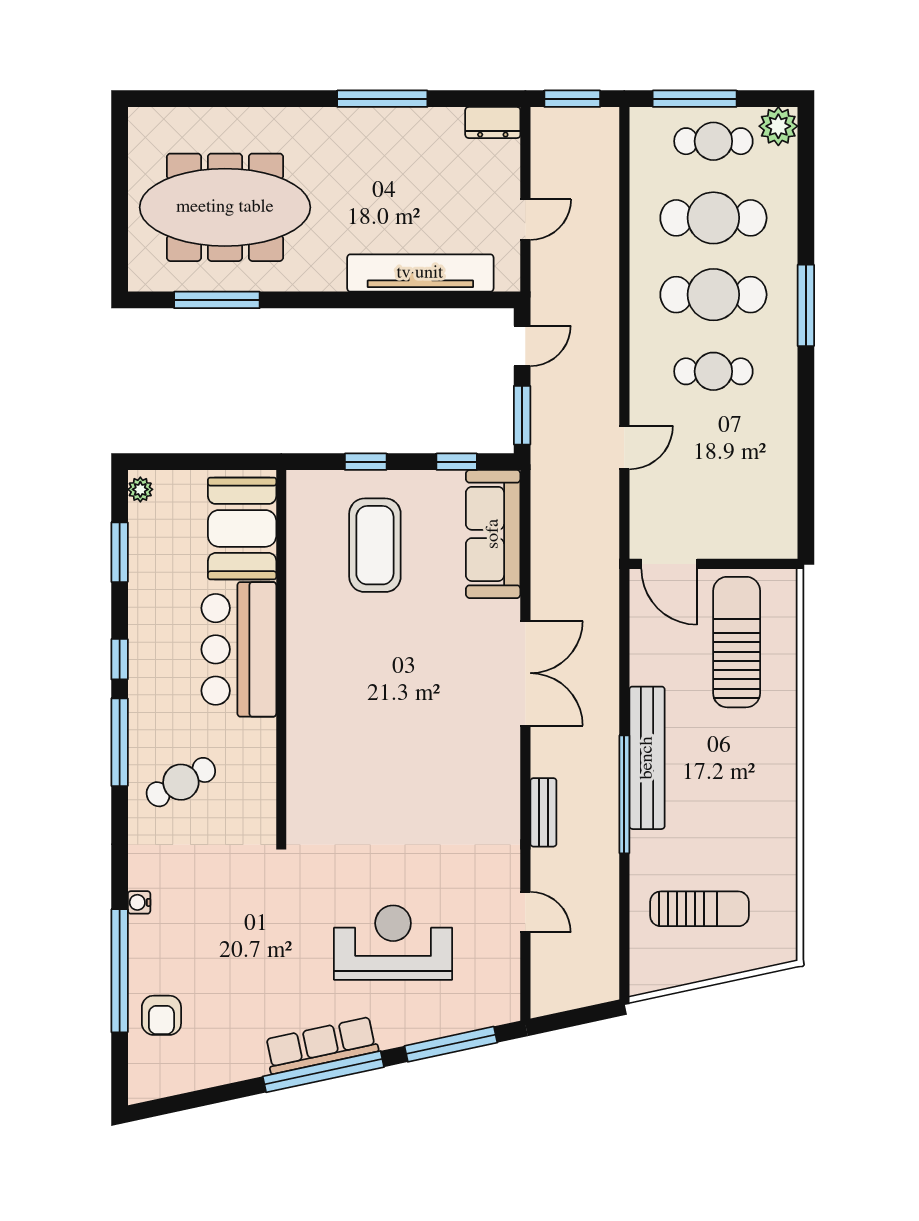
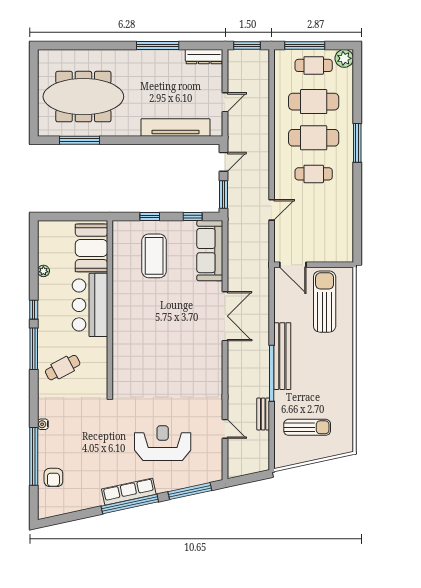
dresser: (493, 122) -> (204, 57), width x1.44
plant: (140, 489) -> (43, 271), moved
window: (120, 552) -> (34, 259), removed
bench: (543, 812) -> (263, 414), moved

